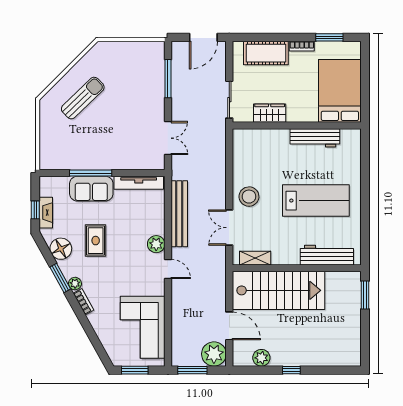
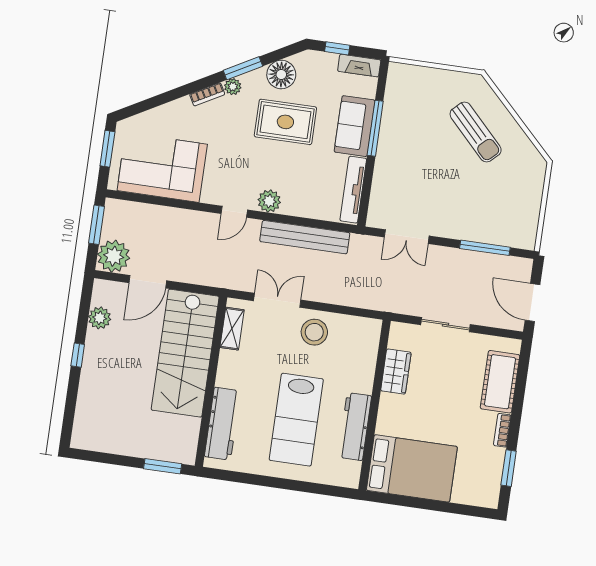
bed: (340, 91) -> (412, 468), moved
wardrobe: (270, 113) -> (396, 372), moved
wall: (297, 126) -> (374, 405), moved
workbench: (315, 138) -> (355, 426), moved
fireplace: (46, 213) -> (359, 66), moved
rug: (96, 241) -> (285, 122), width x1.36, depth x1.43

